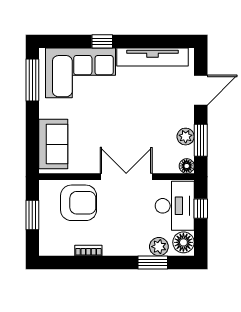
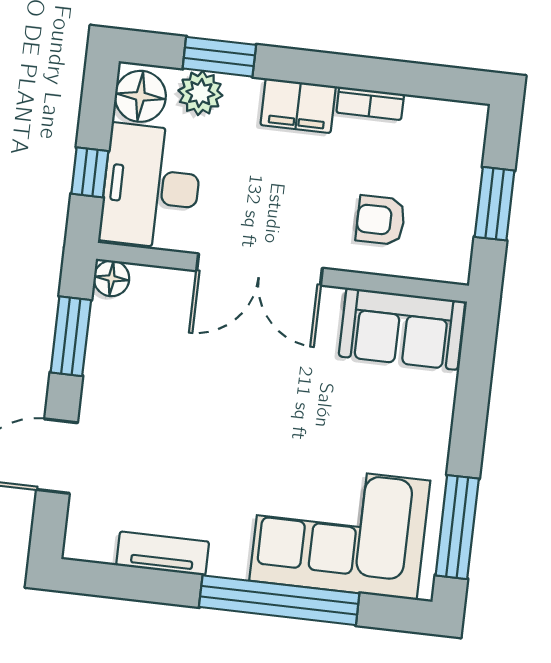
window: (102, 41) -> (279, 600), width x3.17
tv unit: (152, 57) -> (163, 553), width x0.52, depth x0.78
plant: (186, 137) -> (106, 349), removed
sofa: (53, 144) -> (402, 329), moved, turned -90
armchair: (79, 203) -> (381, 220), width x0.53, depth x0.53
filing cabinet: (118, 246) -> (298, 106), added

